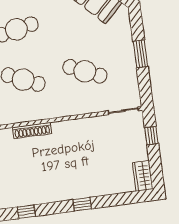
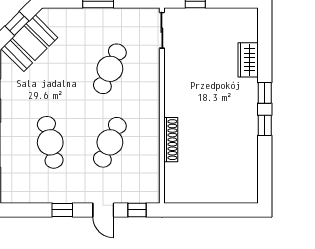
wardrobe: (143, 176) -> (248, 60), moved, turned 90
window: (26, 212) -> (265, 125), moved

